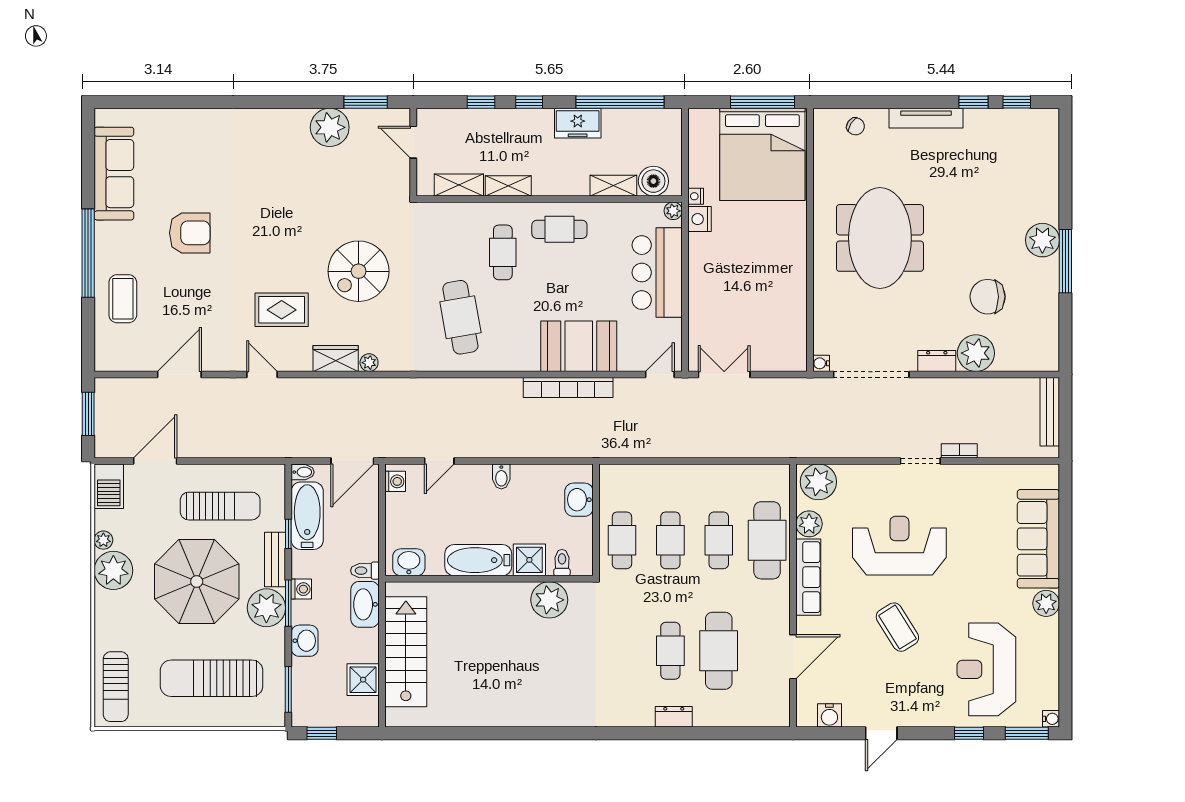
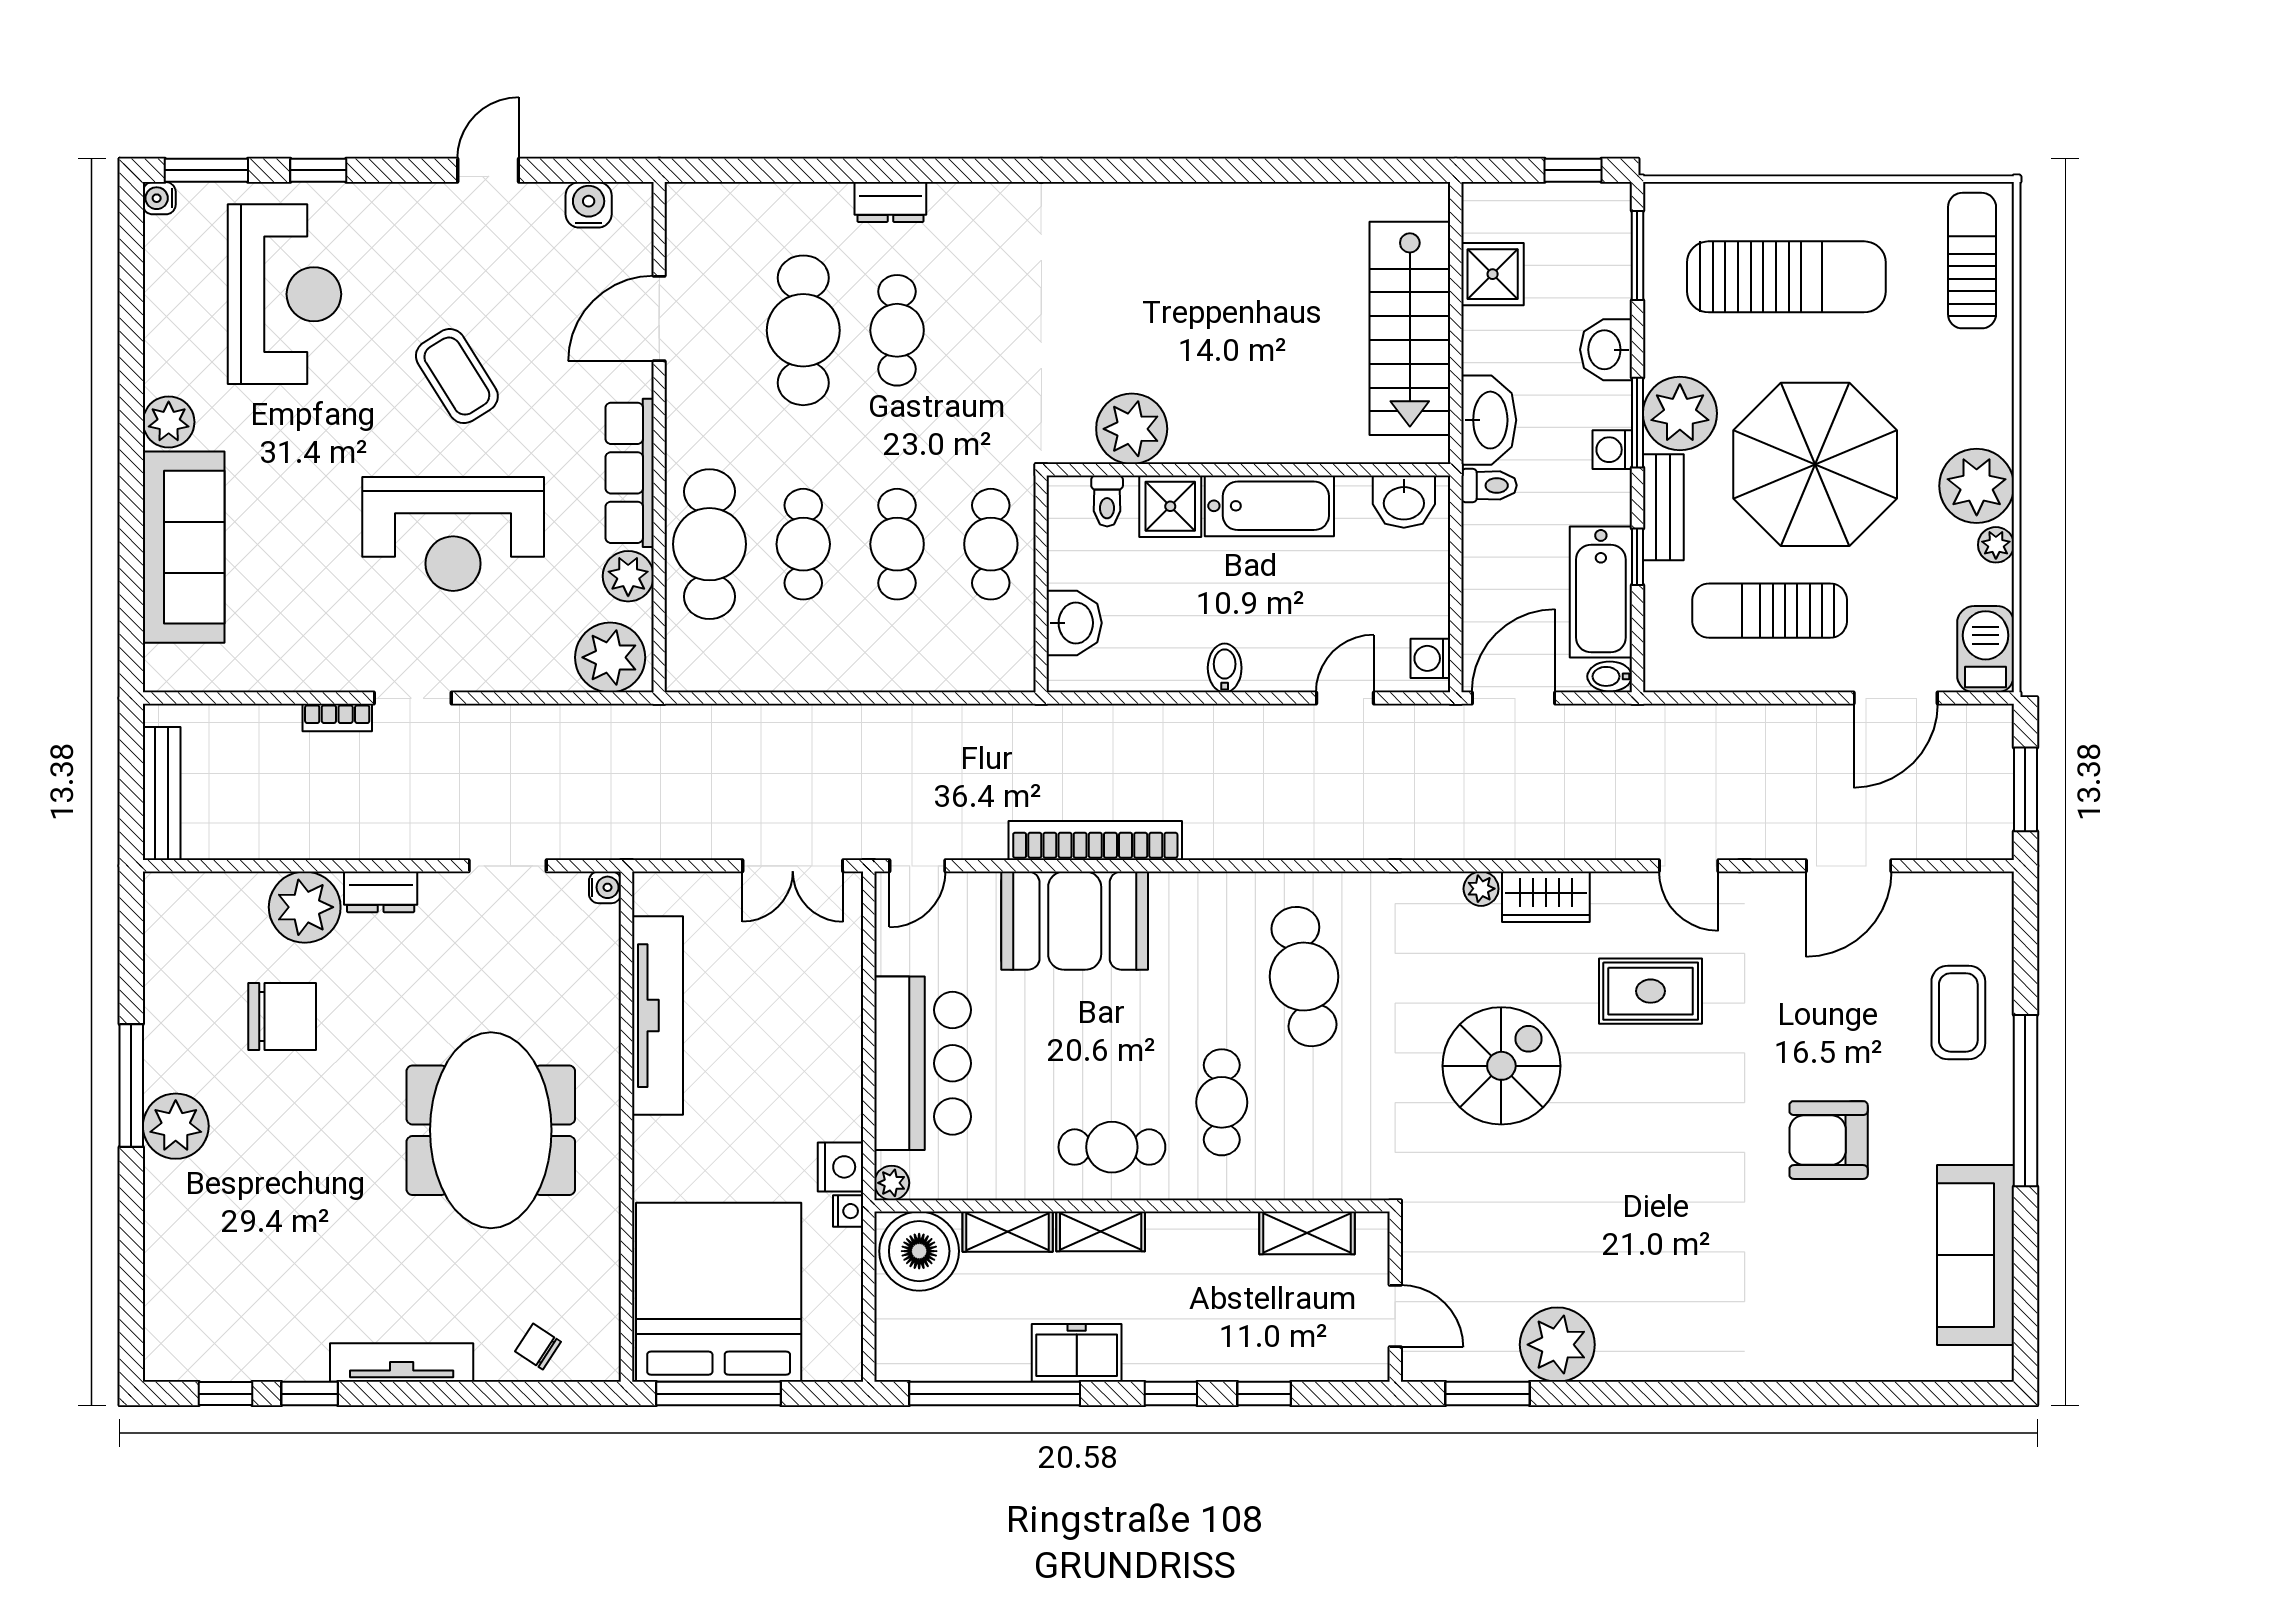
boiler: (653, 181) -> (919, 1251), width x1.37, depth x1.37
shelving: (508, 186) -> (1101, 1231), moved
tv unit: (794, 297) -> (658, 1016), added
doorway: (871, 374) -> (508, 866), width x0.53

